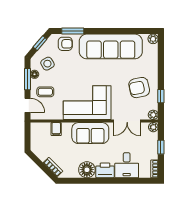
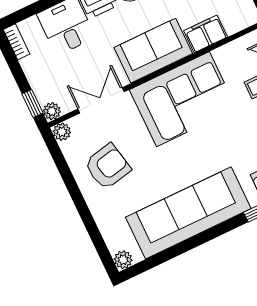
window: (161, 96) -> (64, 169), removed
filing cabinet: (56, 129) -> (206, 34), width x2.00
window: (161, 147) -> (32, 103), moved

